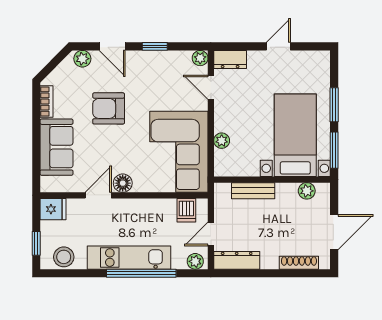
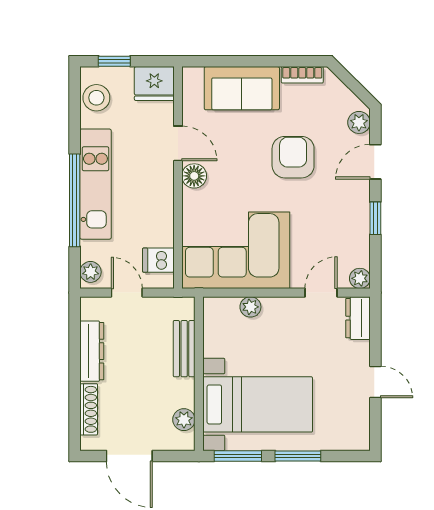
fridge: (53, 209) -> (154, 84), width x1.38
dresser: (237, 260) -> (92, 351), moved

